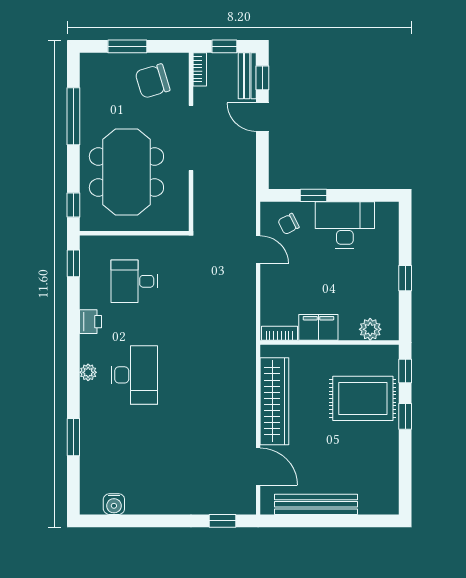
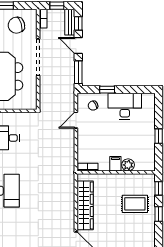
window: (262, 165) -> (78, 72), added
door: (258, 250) -> (76, 120), swing flipped
filing cabinet: (318, 327) -> (115, 164), width x0.50
plant: (370, 329) -> (128, 165), moved
rug: (363, 398) -> (135, 204), width x0.73, depth x0.70

